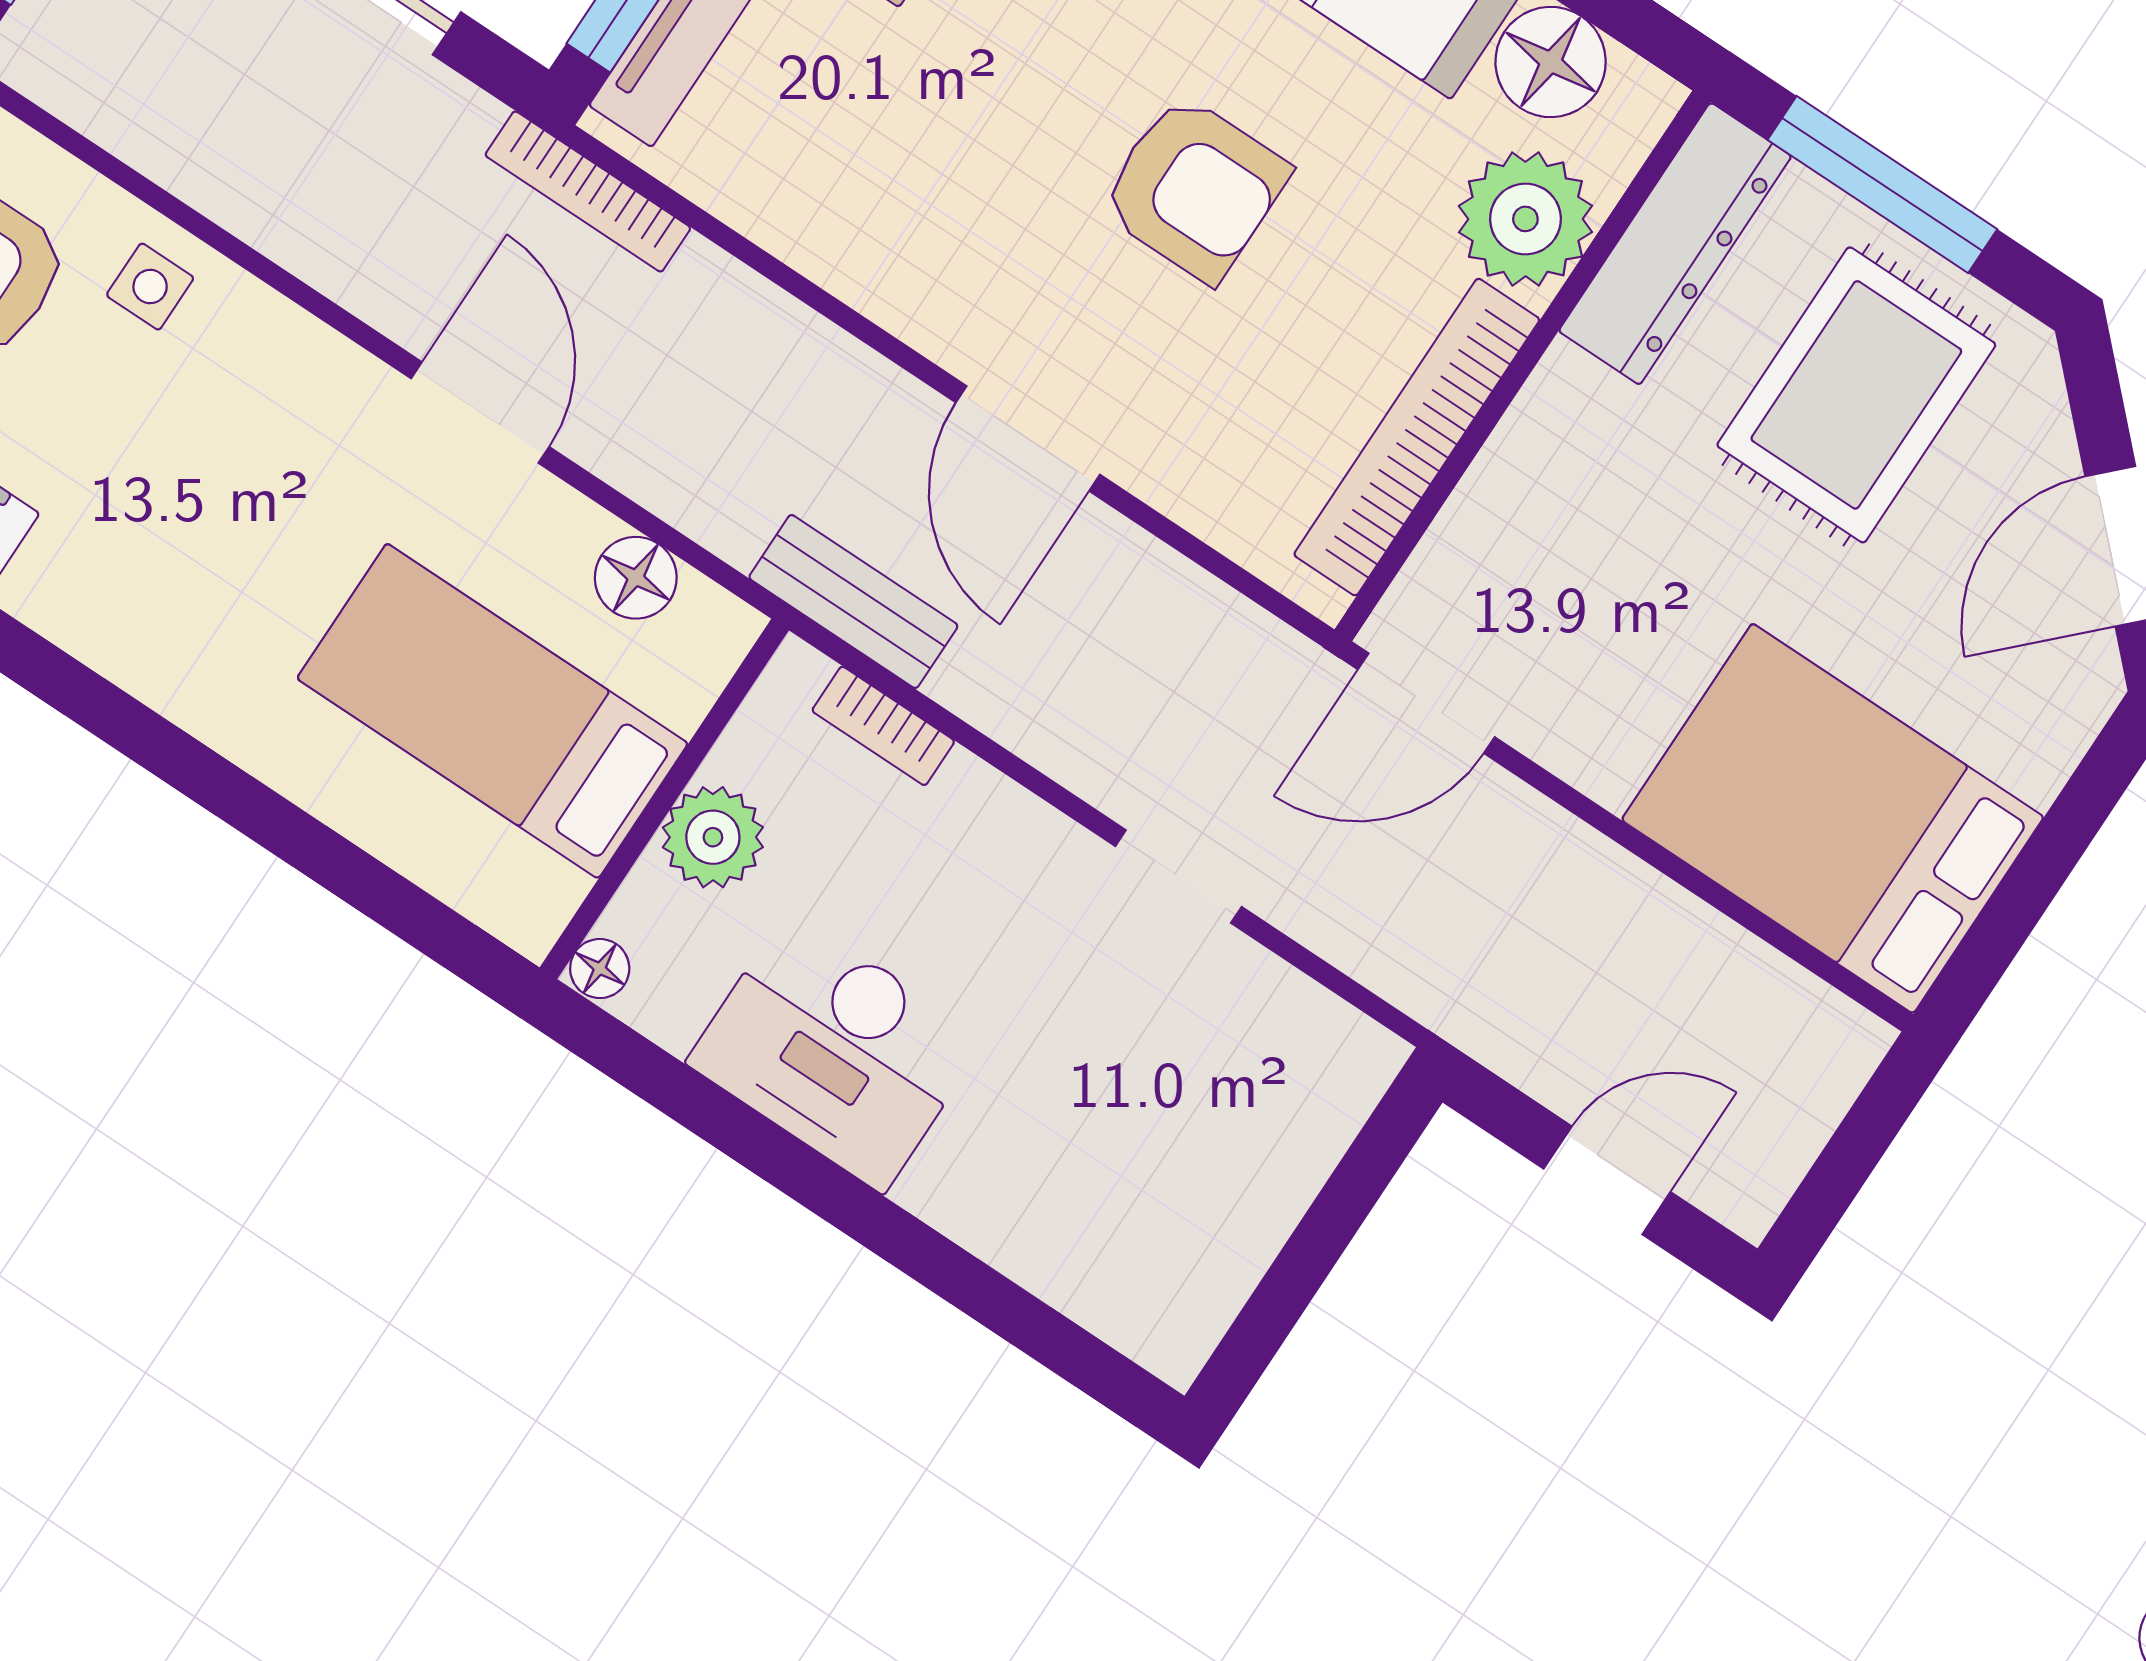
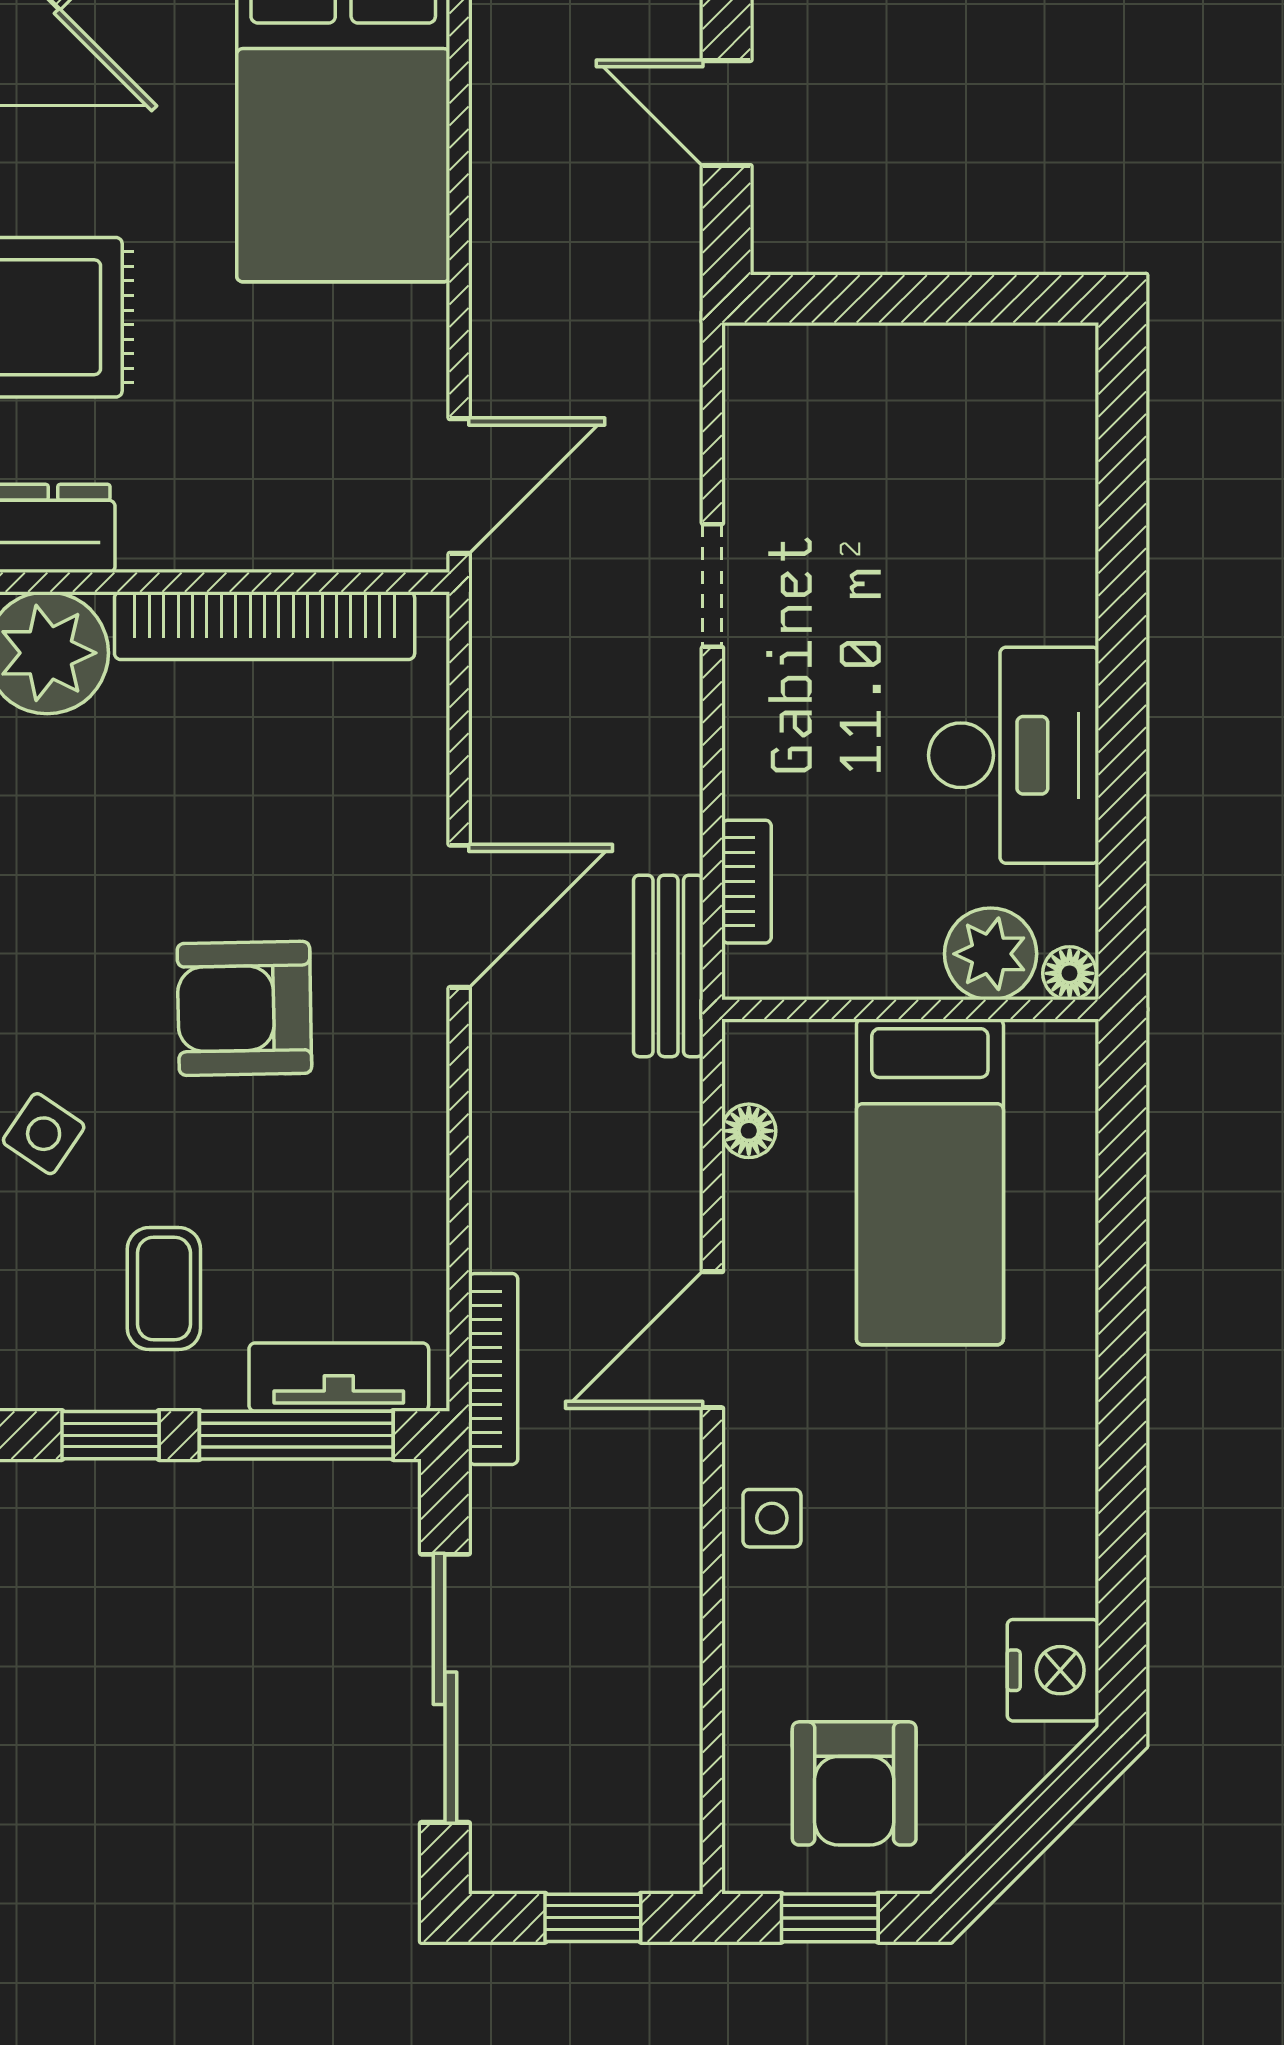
armchair: (1194, 188) -> (244, 1008), moved, turned -91
side table: (150, 287) -> (772, 1518), moved
floor lamp: (636, 578) -> (749, 1131), width x0.73, depth x0.73
door: (1426, 703) -> (459, 486), hinge flipped
plant: (713, 837) -> (991, 954), moved

